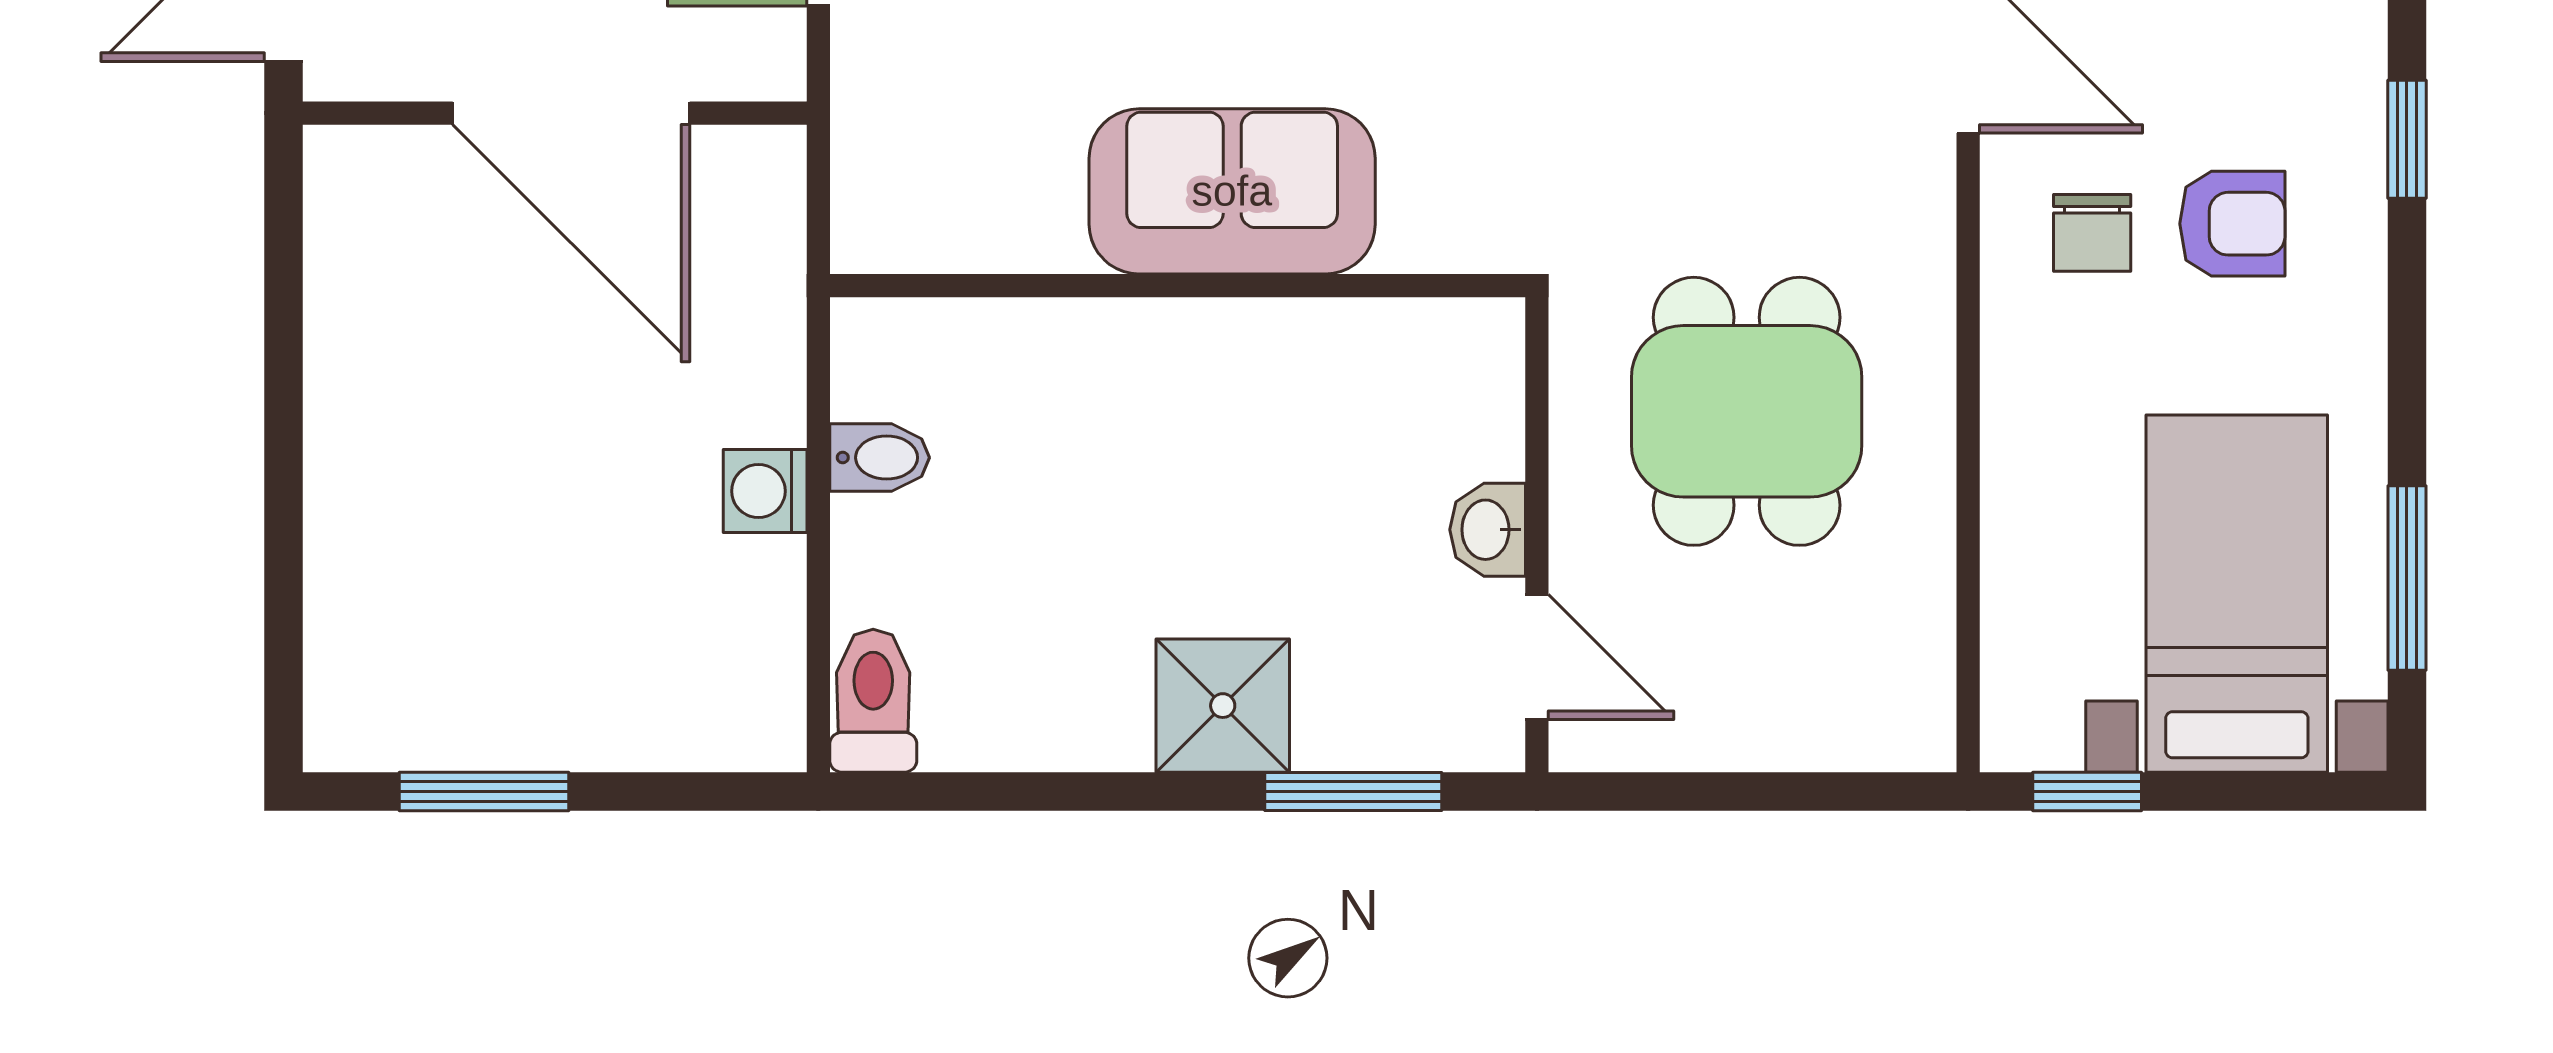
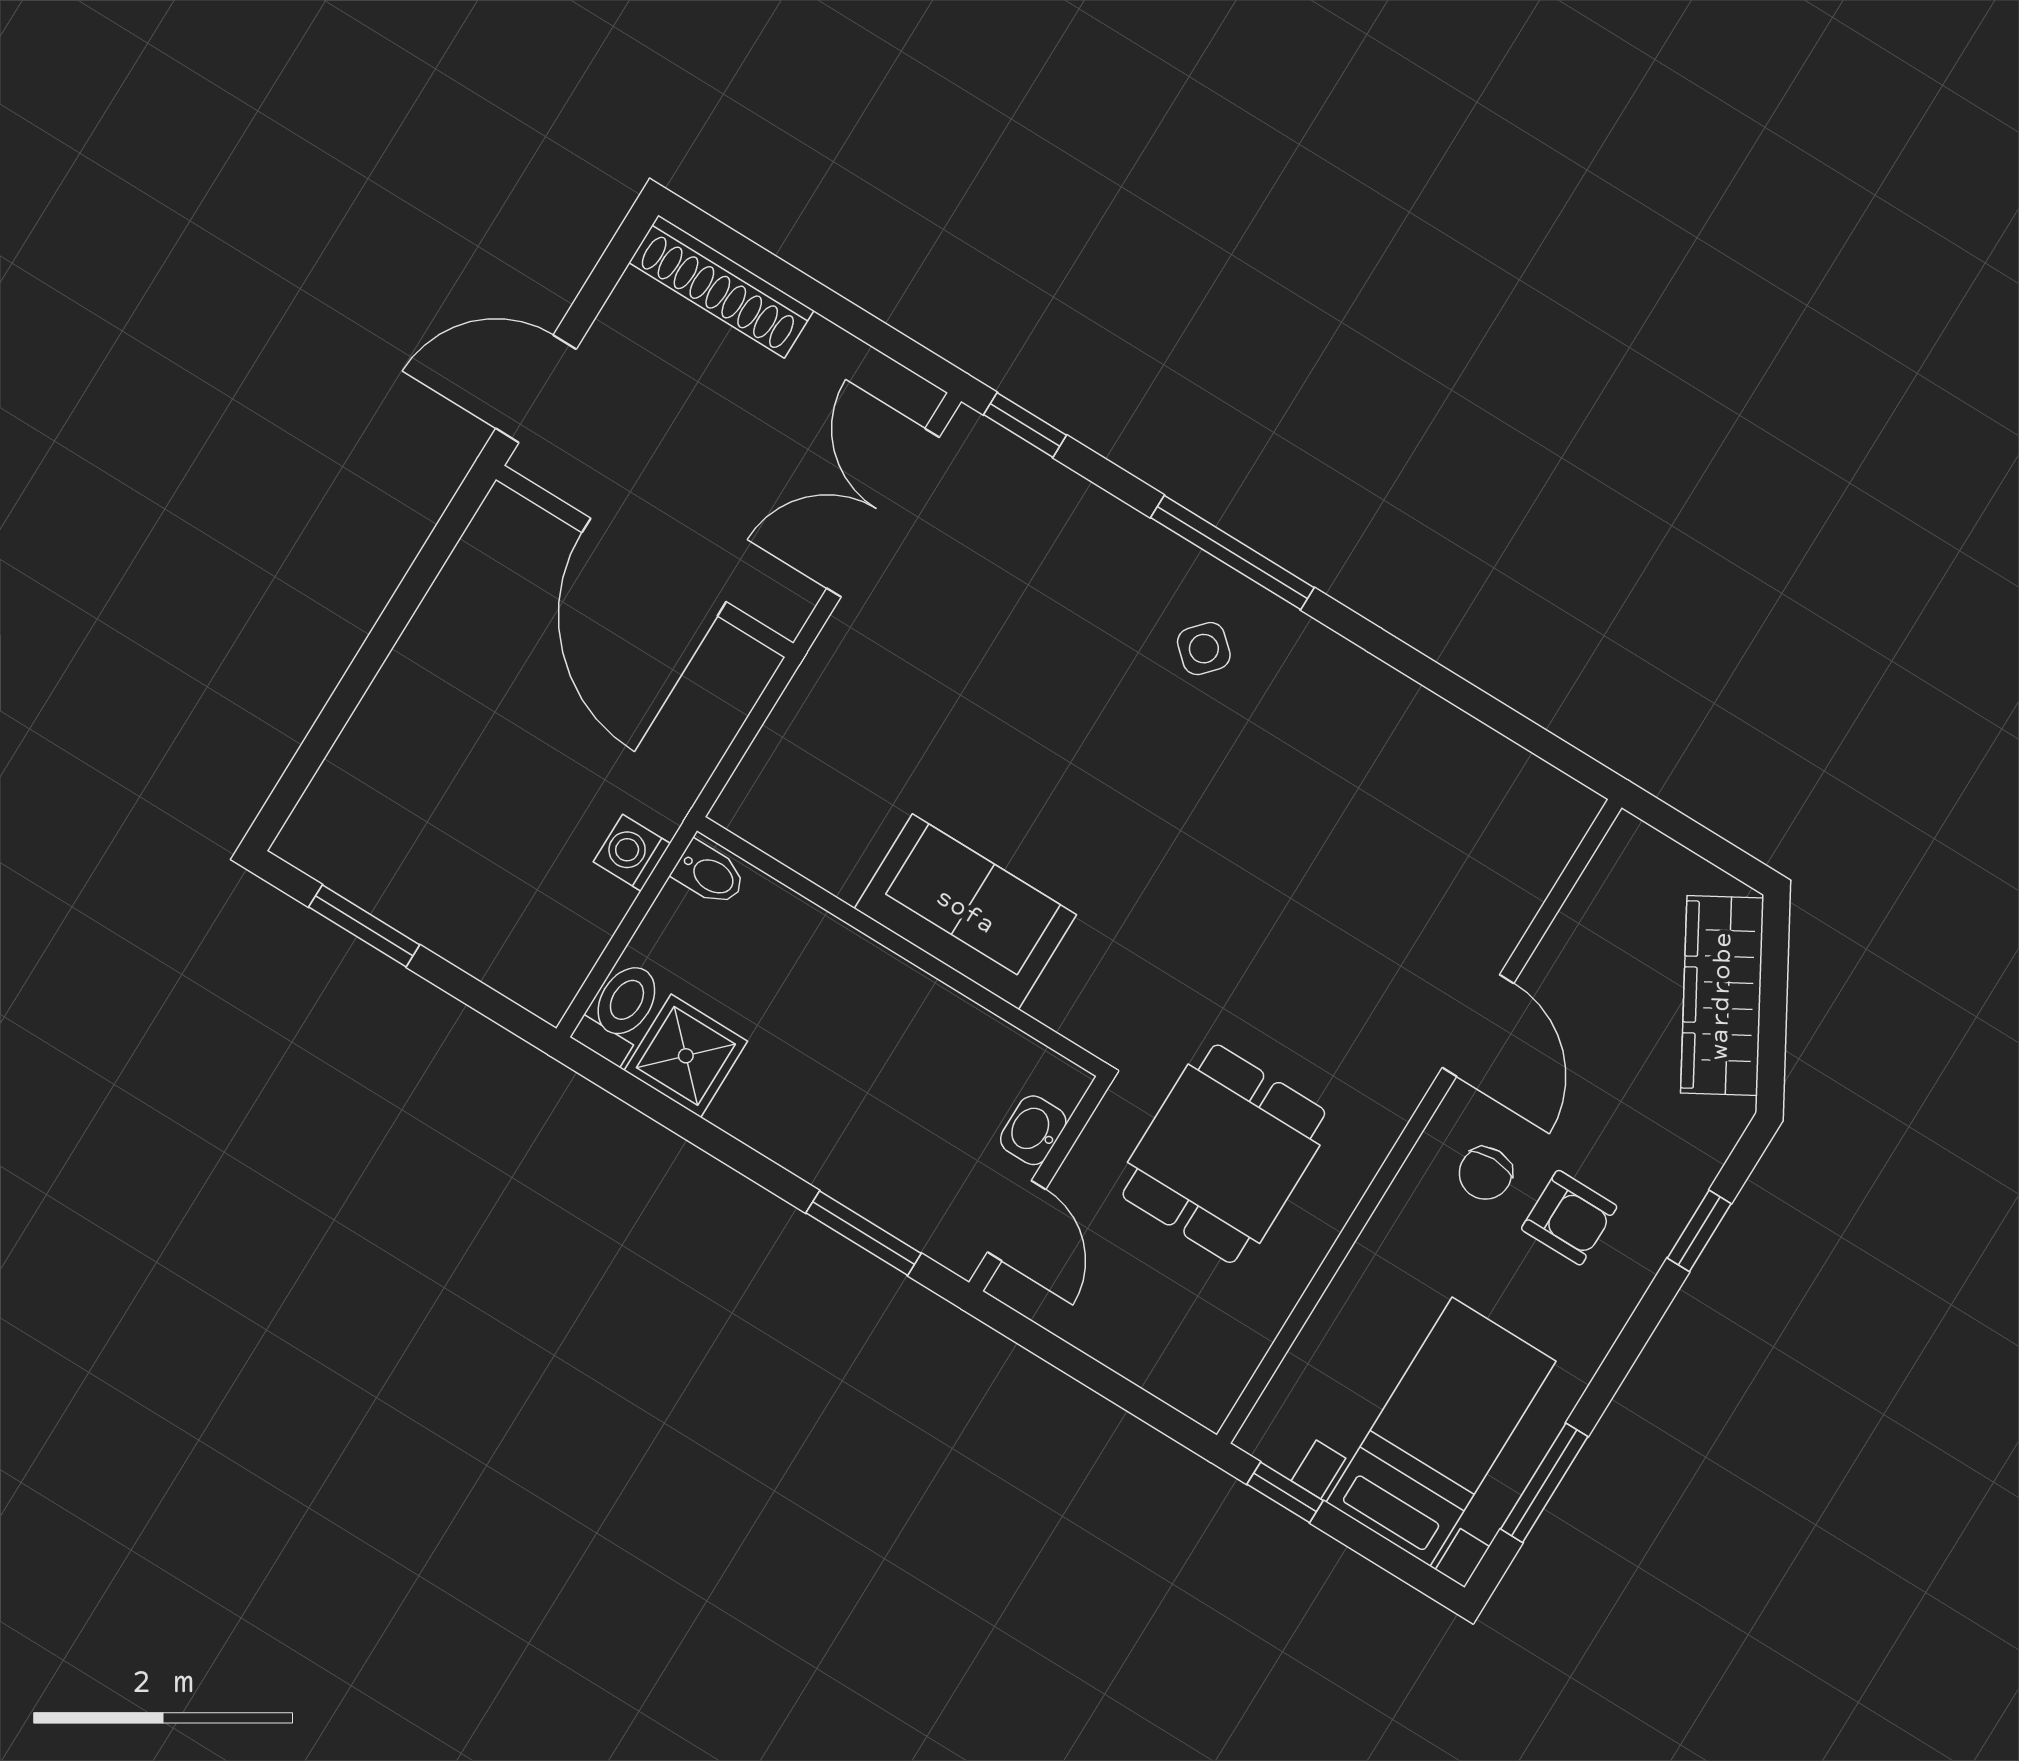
sofa: (1232, 191) -> (965, 912), moved
wall: (1178, 286) -> (901, 946), moved
shower: (1223, 706) -> (686, 1056), moved

